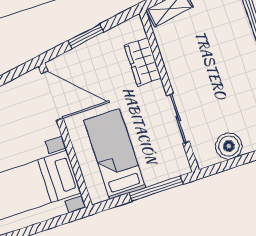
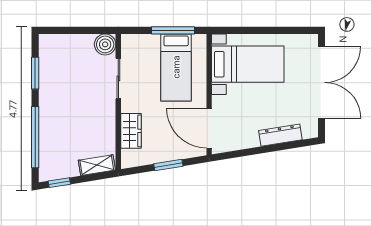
boiler: (229, 146) -> (105, 44), moved
window: (156, 189) -> (173, 30), moved

